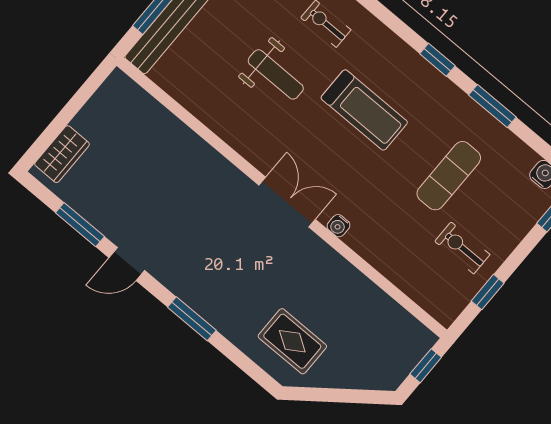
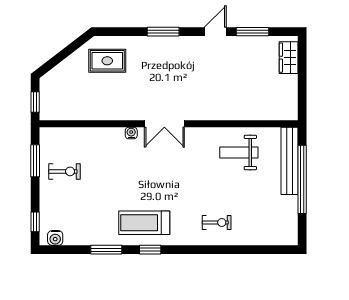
weight bench: (276, 74) -> (239, 152), moved
treadmill: (364, 110) -> (144, 223), moved
exercise mat: (449, 176) -> (99, 200), removed
window: (488, 292) -> (35, 161), width x1.50

